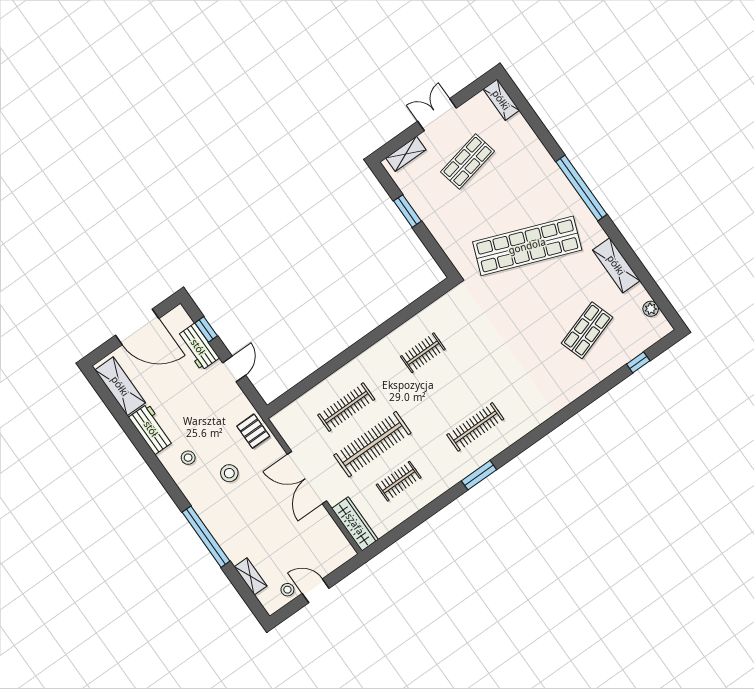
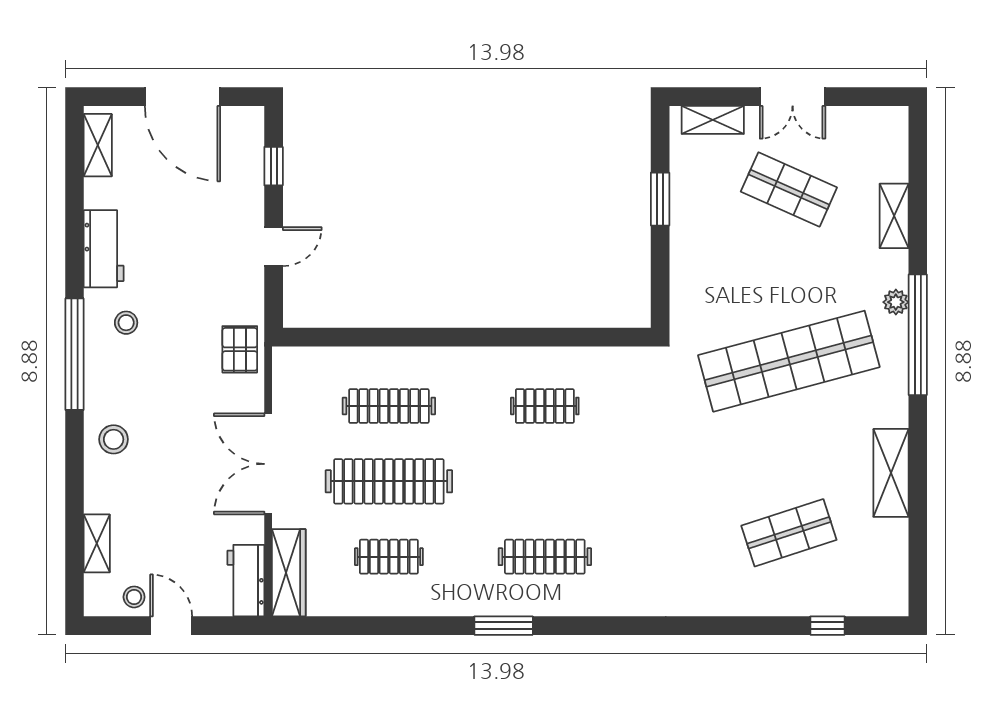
shelving: (501, 100) -> (894, 216), moved
double door: (437, 115) -> (793, 97), swing flipped
shop shelf: (468, 162) -> (789, 190), turned 36
shop shelf: (527, 246) -> (789, 361), turned -36
plant: (651, 309) -> (896, 302), moved
workbench: (198, 347) -> (246, 581), moved
shelving: (120, 386) -> (98, 145), width x0.67, depth x0.75
stool: (229, 473) -> (114, 439), moved
window: (206, 537) -> (74, 354), moved

